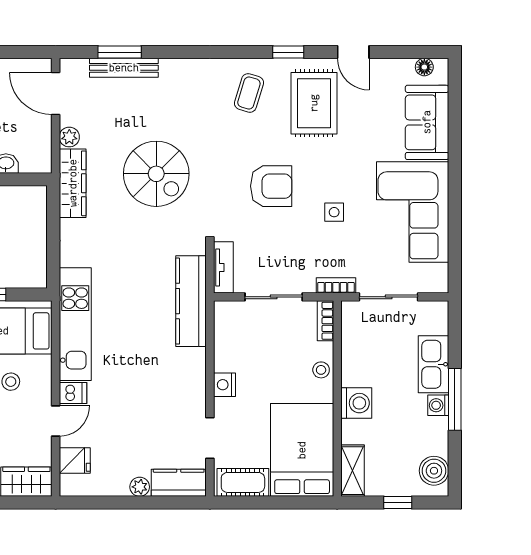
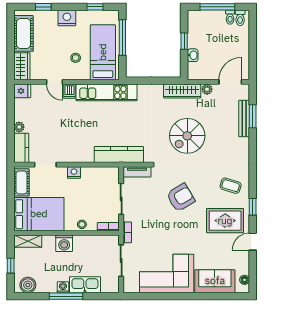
armchair: (271, 186) -> (181, 198), turned -121
side table: (334, 212) -> (167, 231), removed
fridge: (75, 460) -> (22, 91), moved, turned -90

